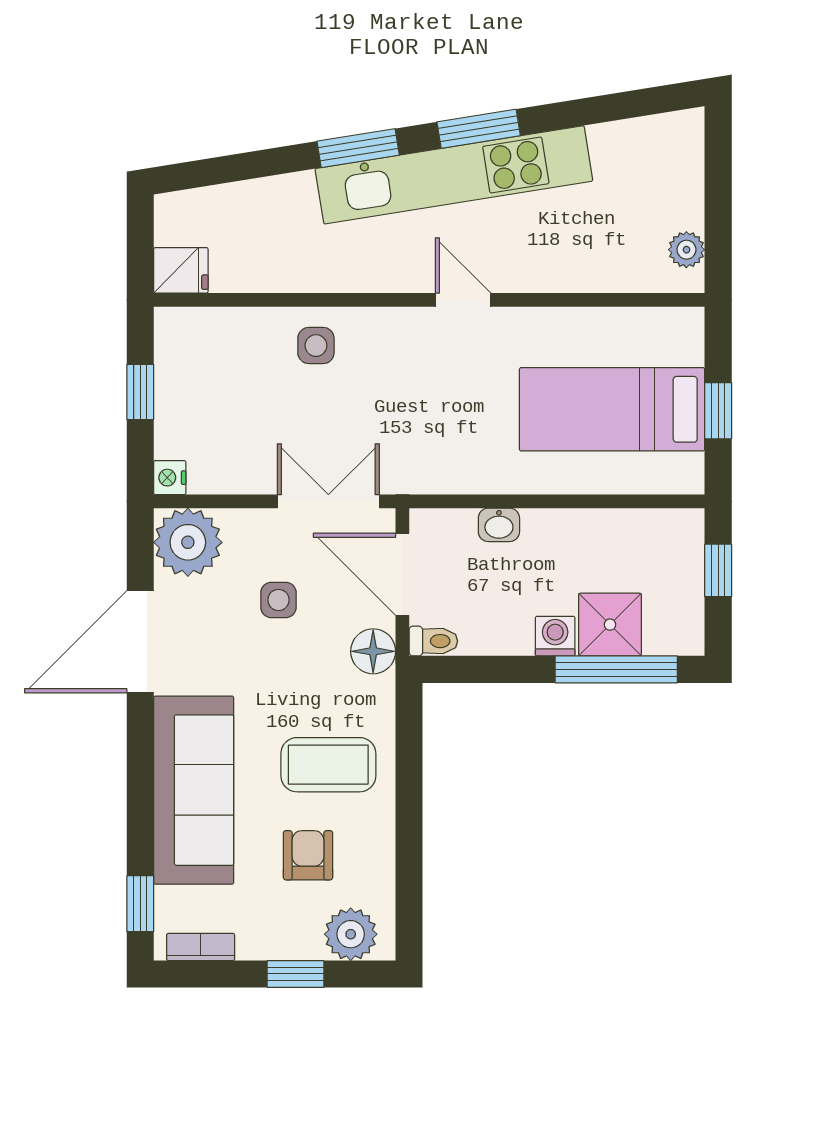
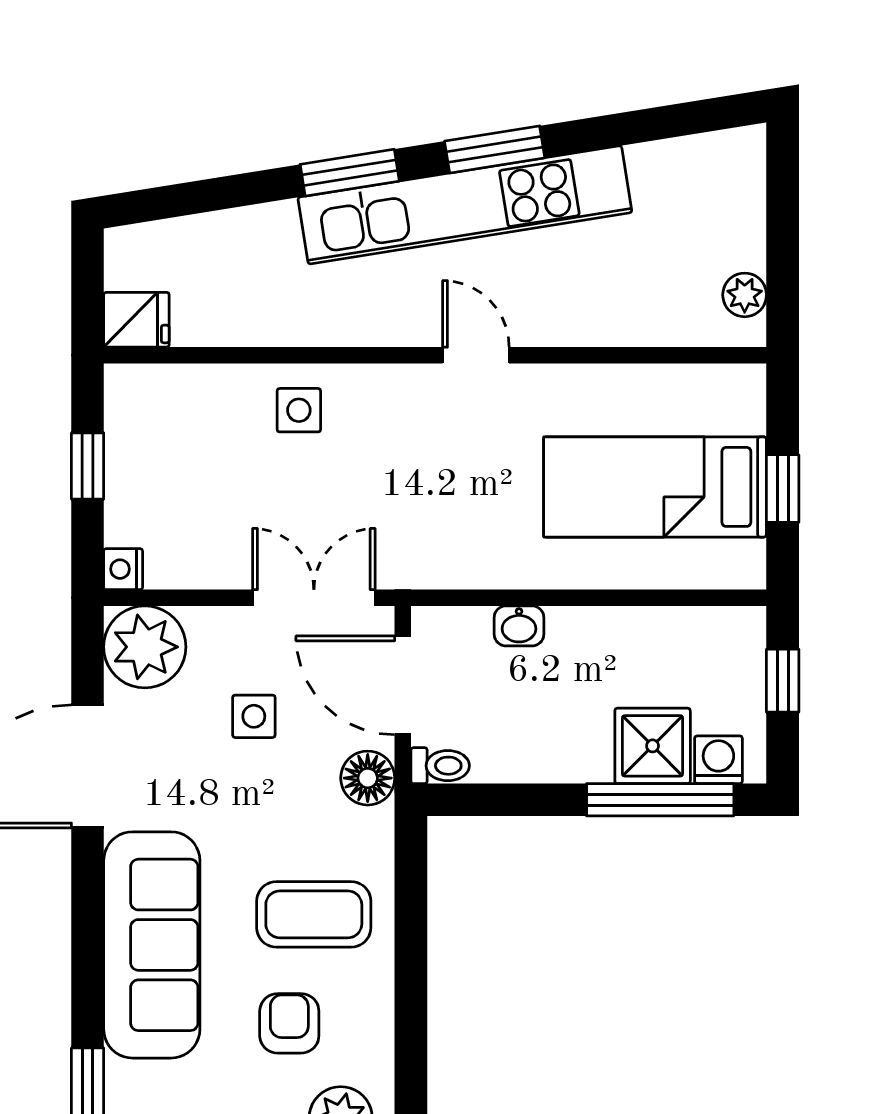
washing machine: (555, 636) -> (718, 760), moved

